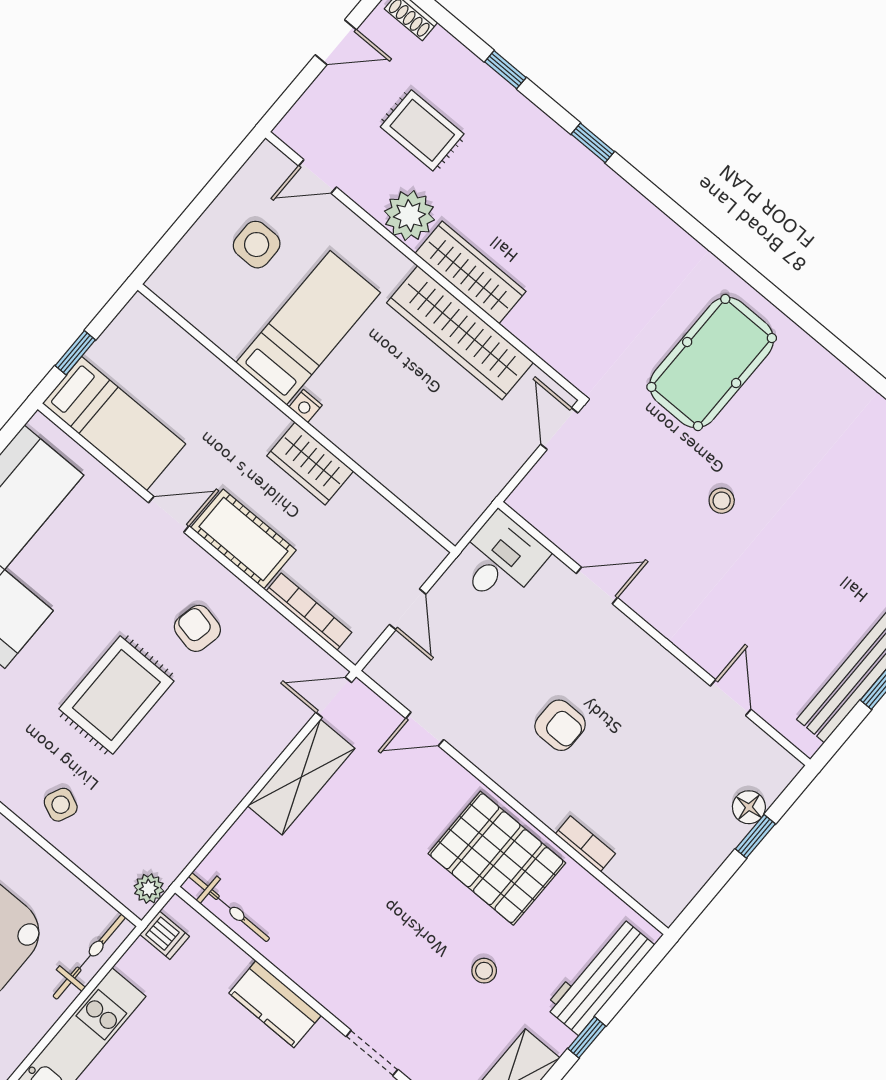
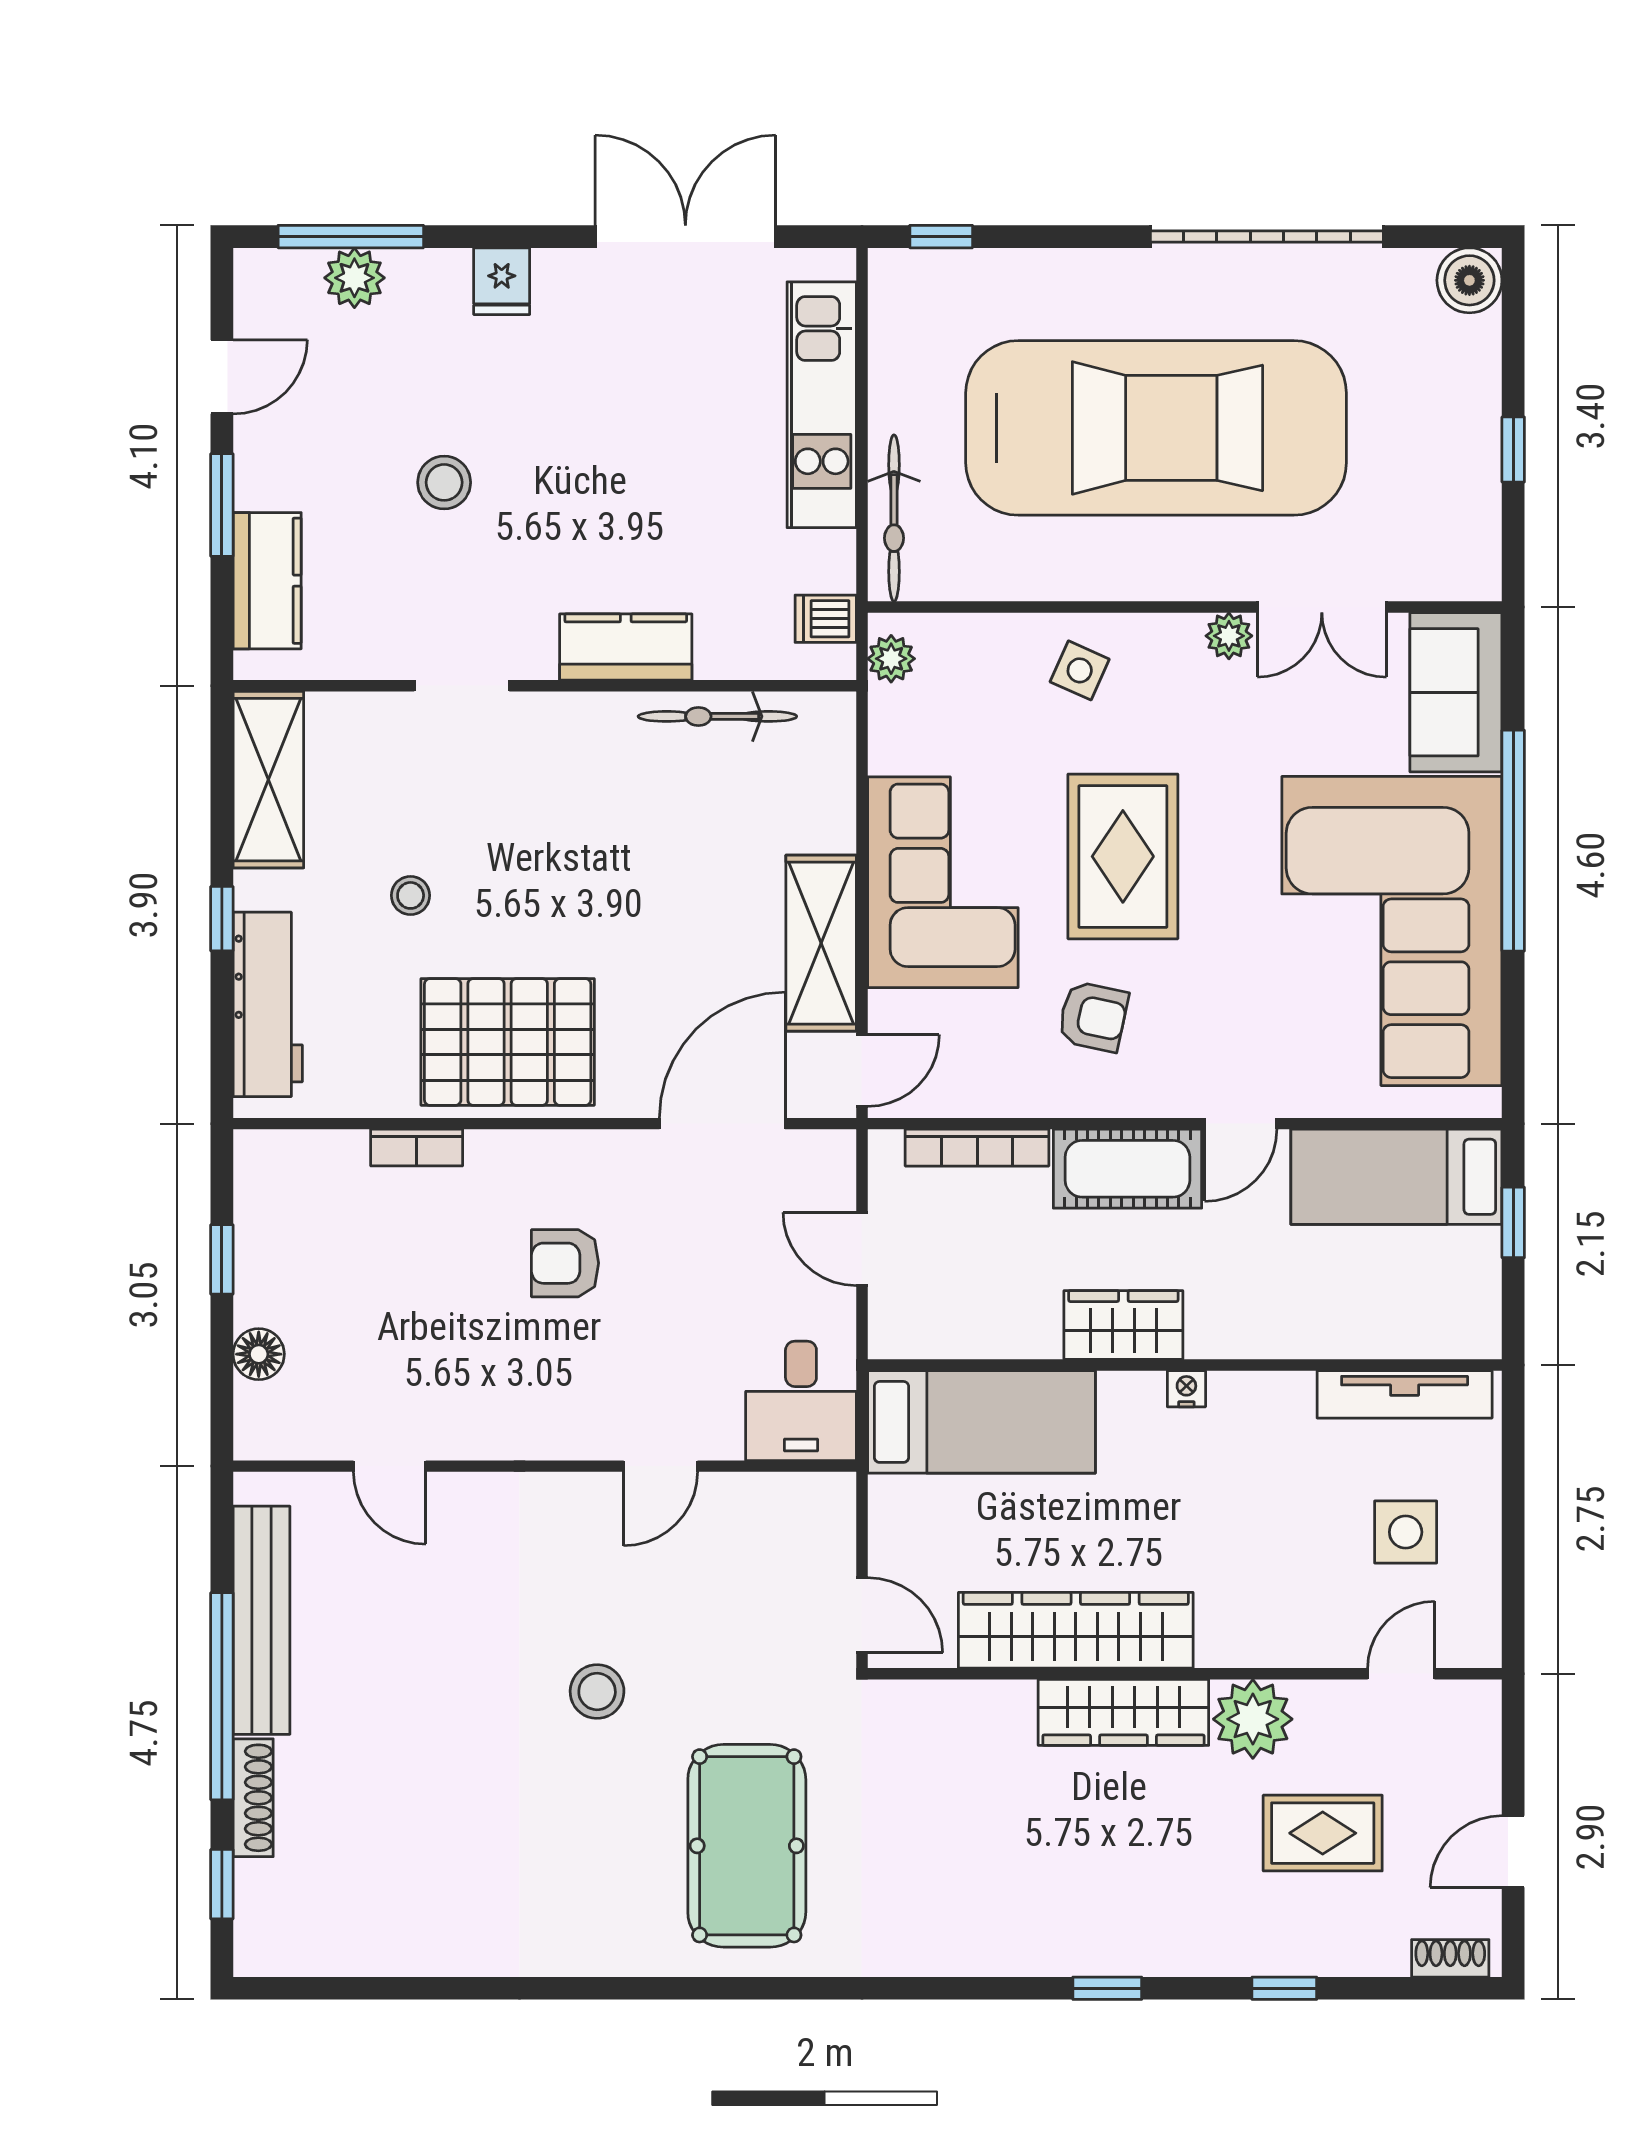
tv unit: (200, 313) -> (1405, 1394), added
bed: (308, 328) -> (981, 1422), moved, turned -90
stool: (722, 501) -> (597, 1692), width x1.37, depth x1.37
door: (425, 729) -> (722, 1124), width x1.88
corner sofa: (216, 757) -> (943, 882), added
window: (755, 836) -> (222, 1259), moved
bicycle: (229, 907) -> (717, 716), moved

